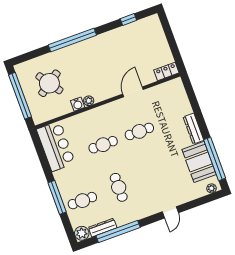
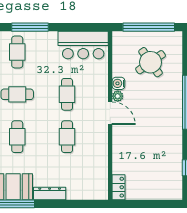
door: (133, 92) -> (110, 113), moved
cafe table: (155, 174) -> (17, 137), added

